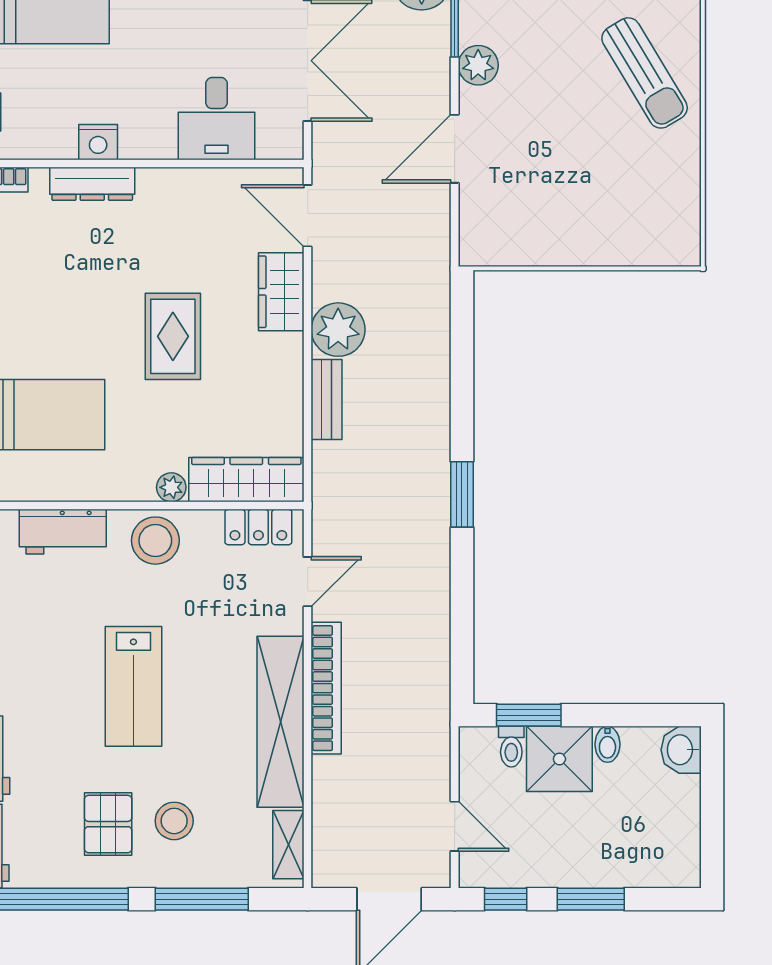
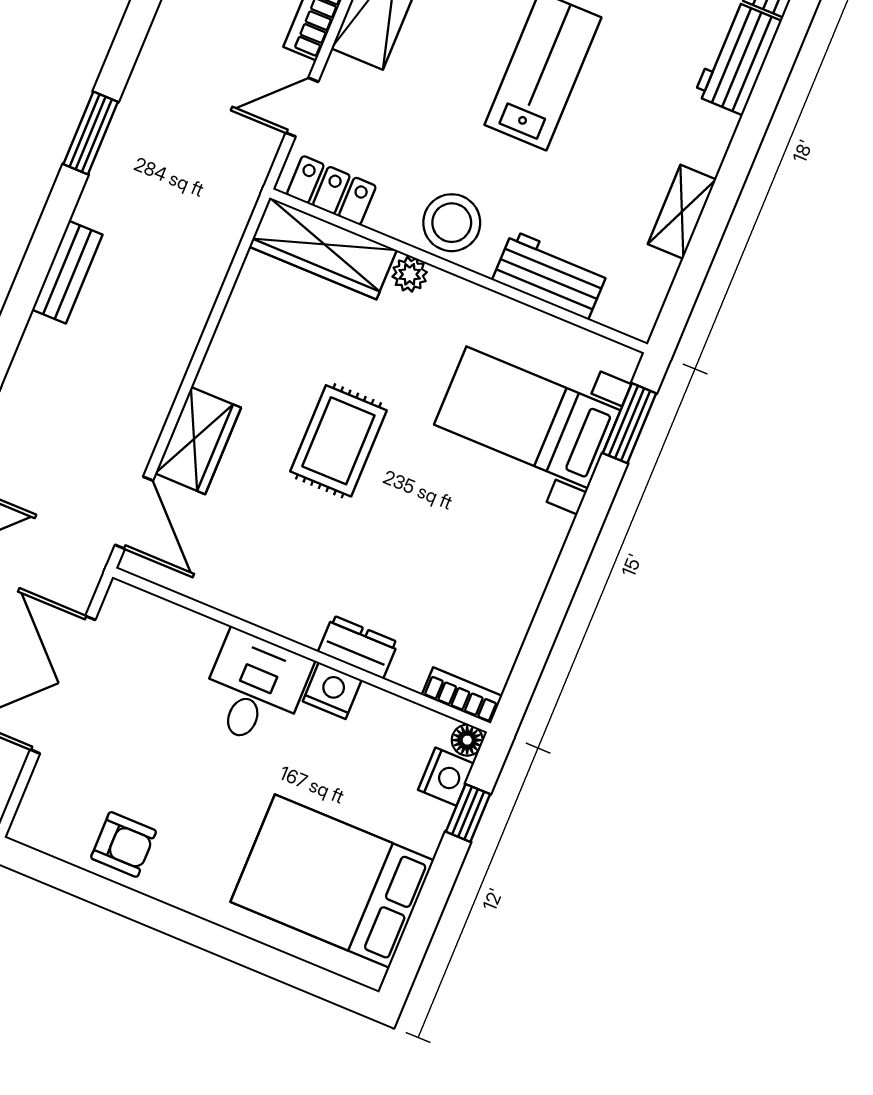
desk: (217, 119) -> (254, 689), moved
dresser: (92, 184) -> (358, 647), width x0.70
plant: (338, 330) -> (152, 373), removed
bench: (327, 400) -> (67, 272), moved

